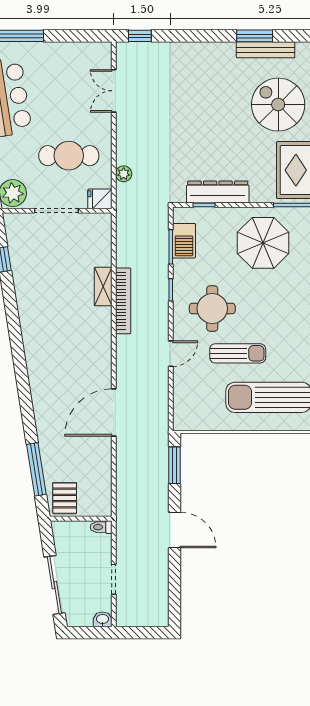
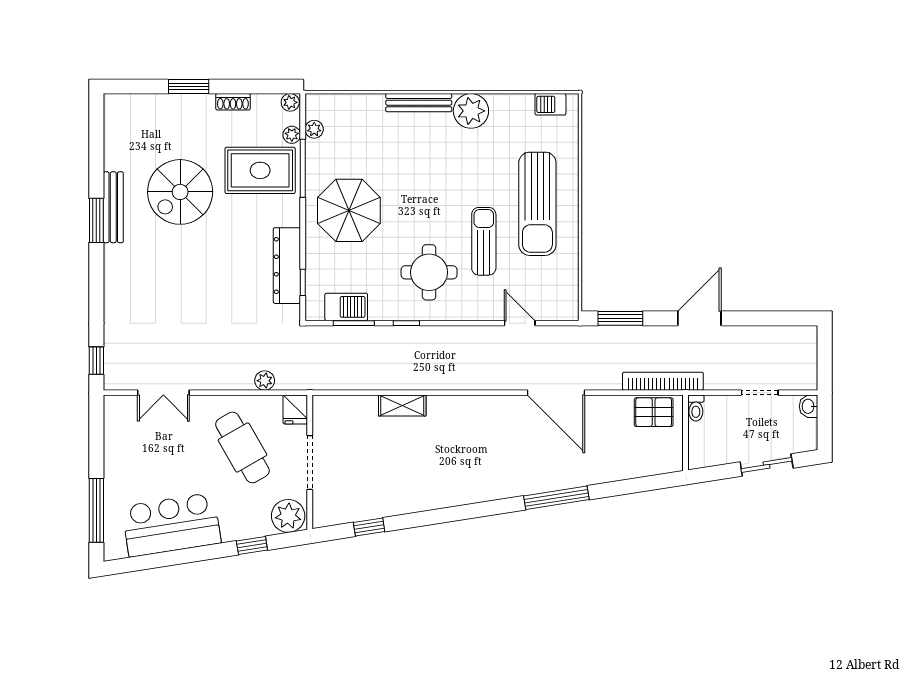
cafe table: (69, 156) -> (242, 447), turned -30
bookcase: (123, 301) -> (663, 381), moved
door: (171, 354) -> (520, 323), moved
window: (36, 469) -> (556, 498), moved
pallet: (65, 498) -> (654, 412), moved
sliding door: (54, 585) -> (767, 465), width x0.73

